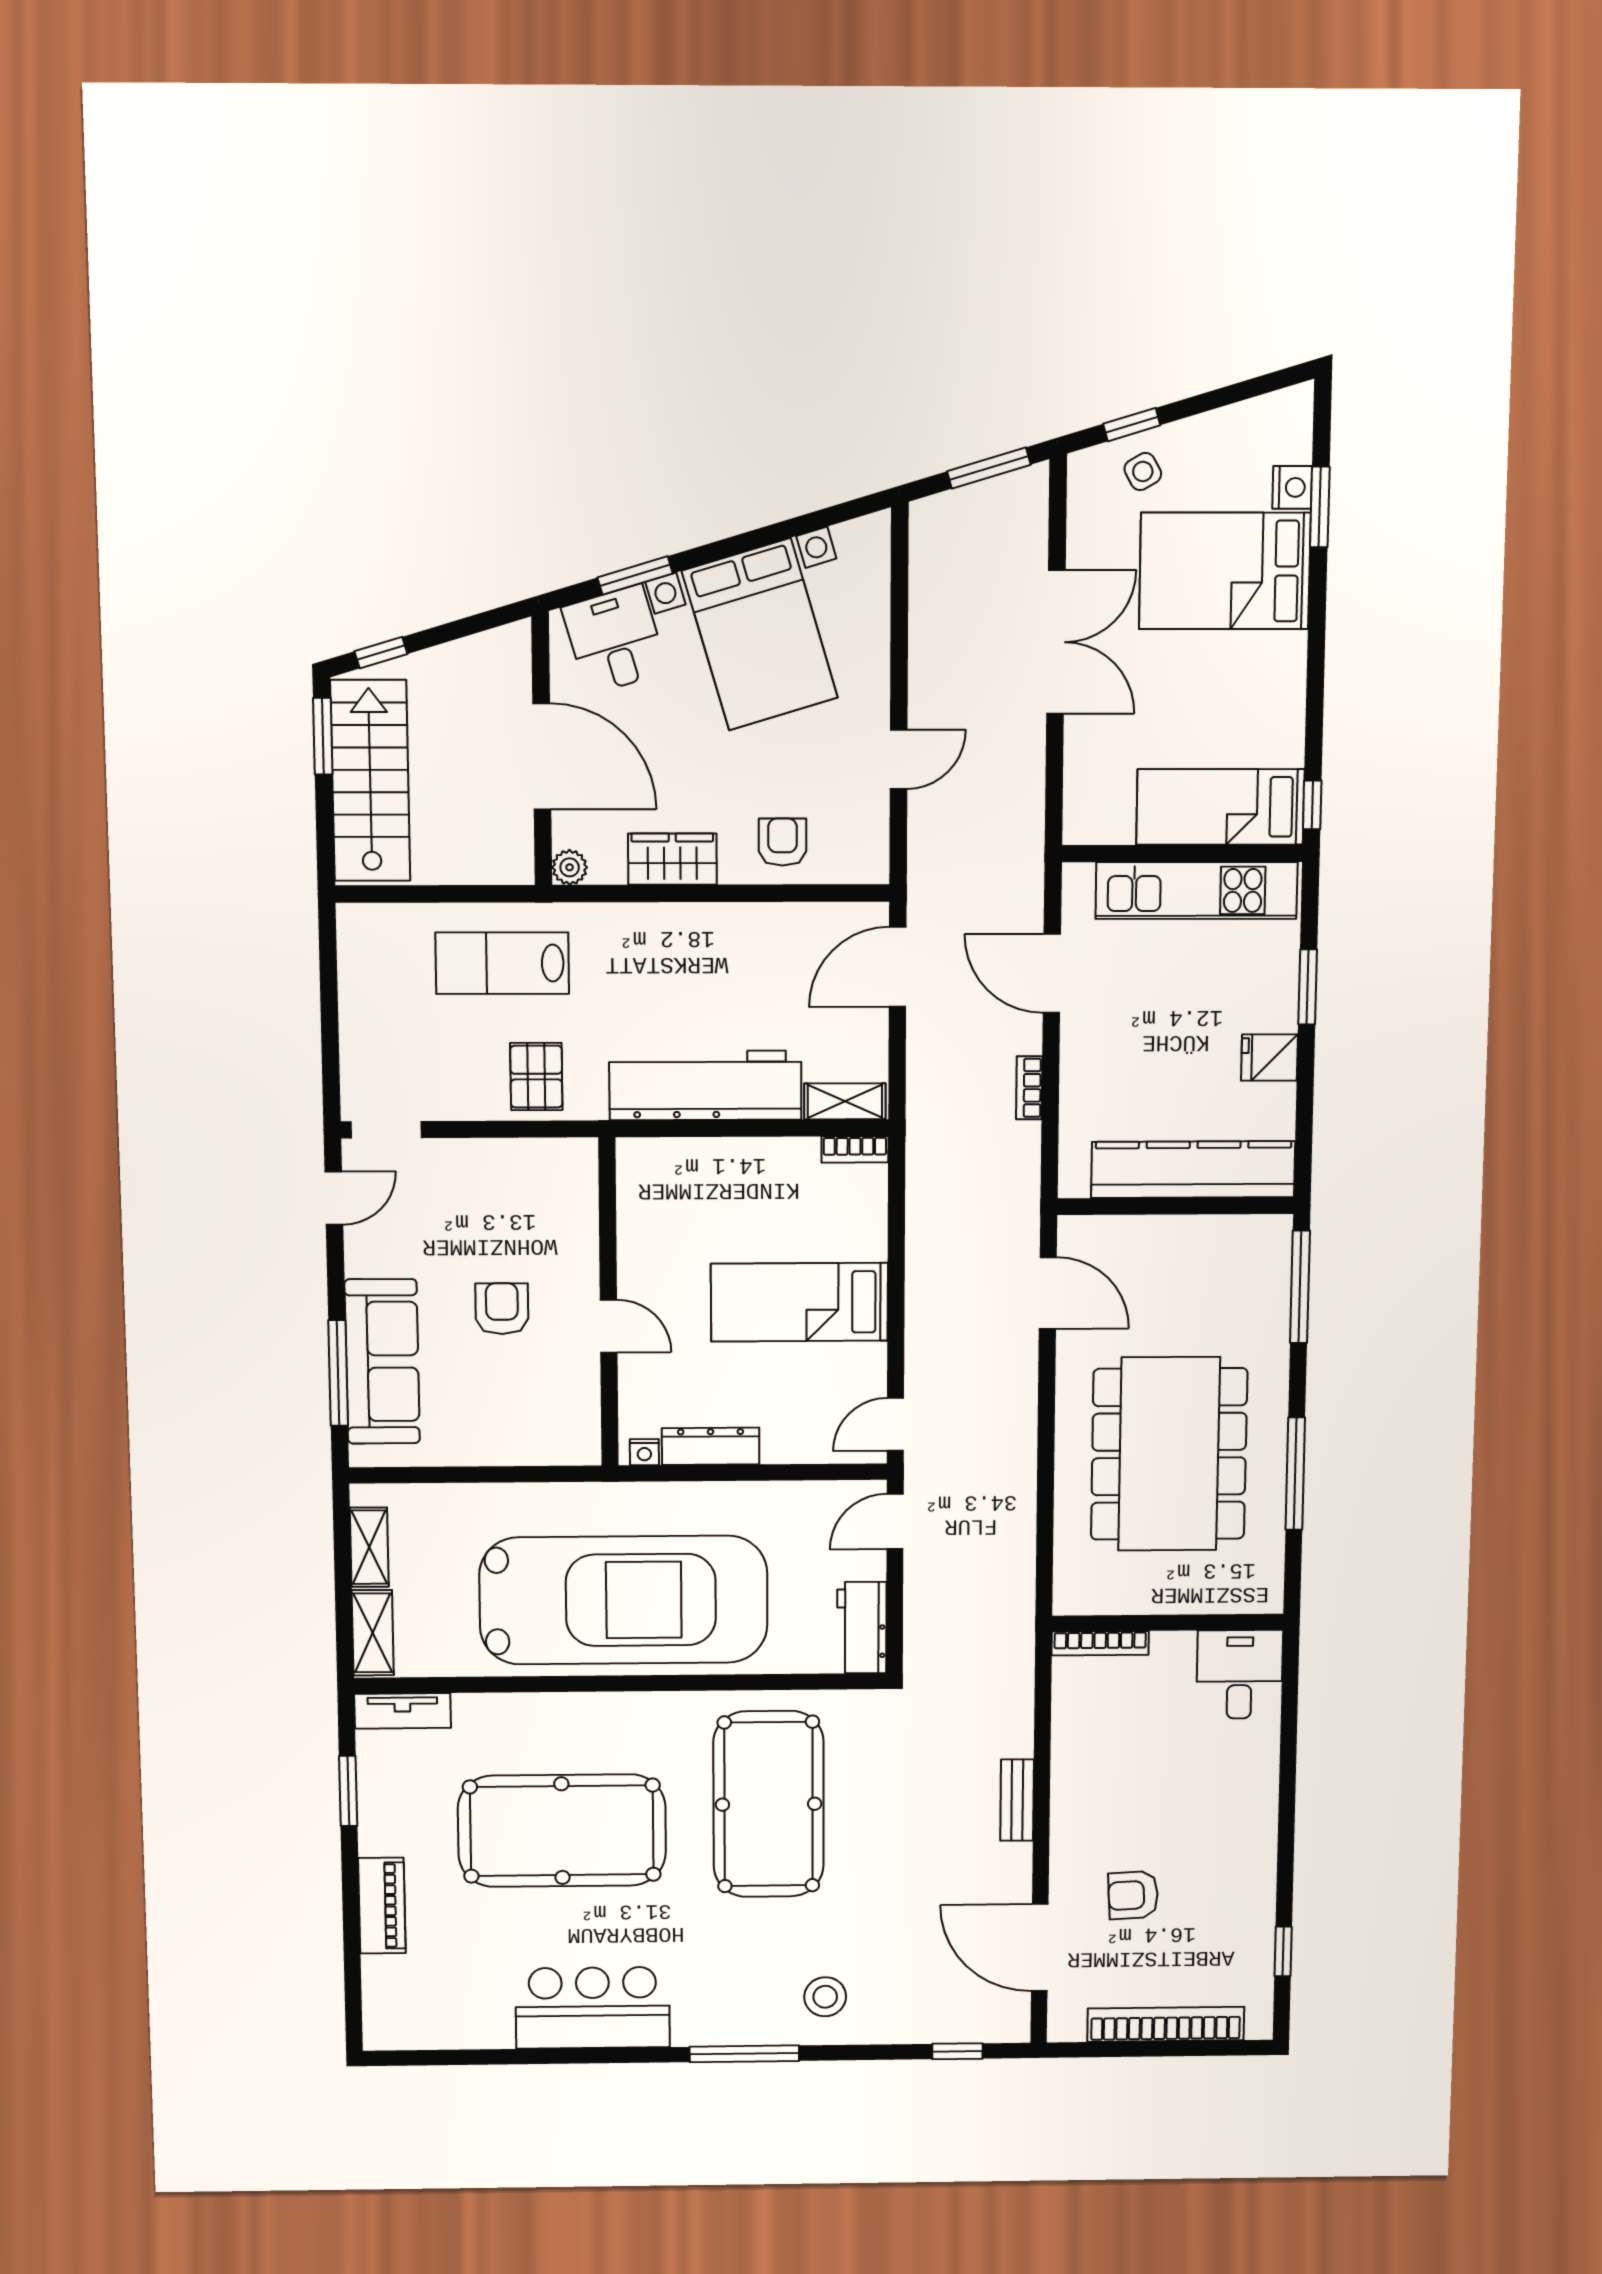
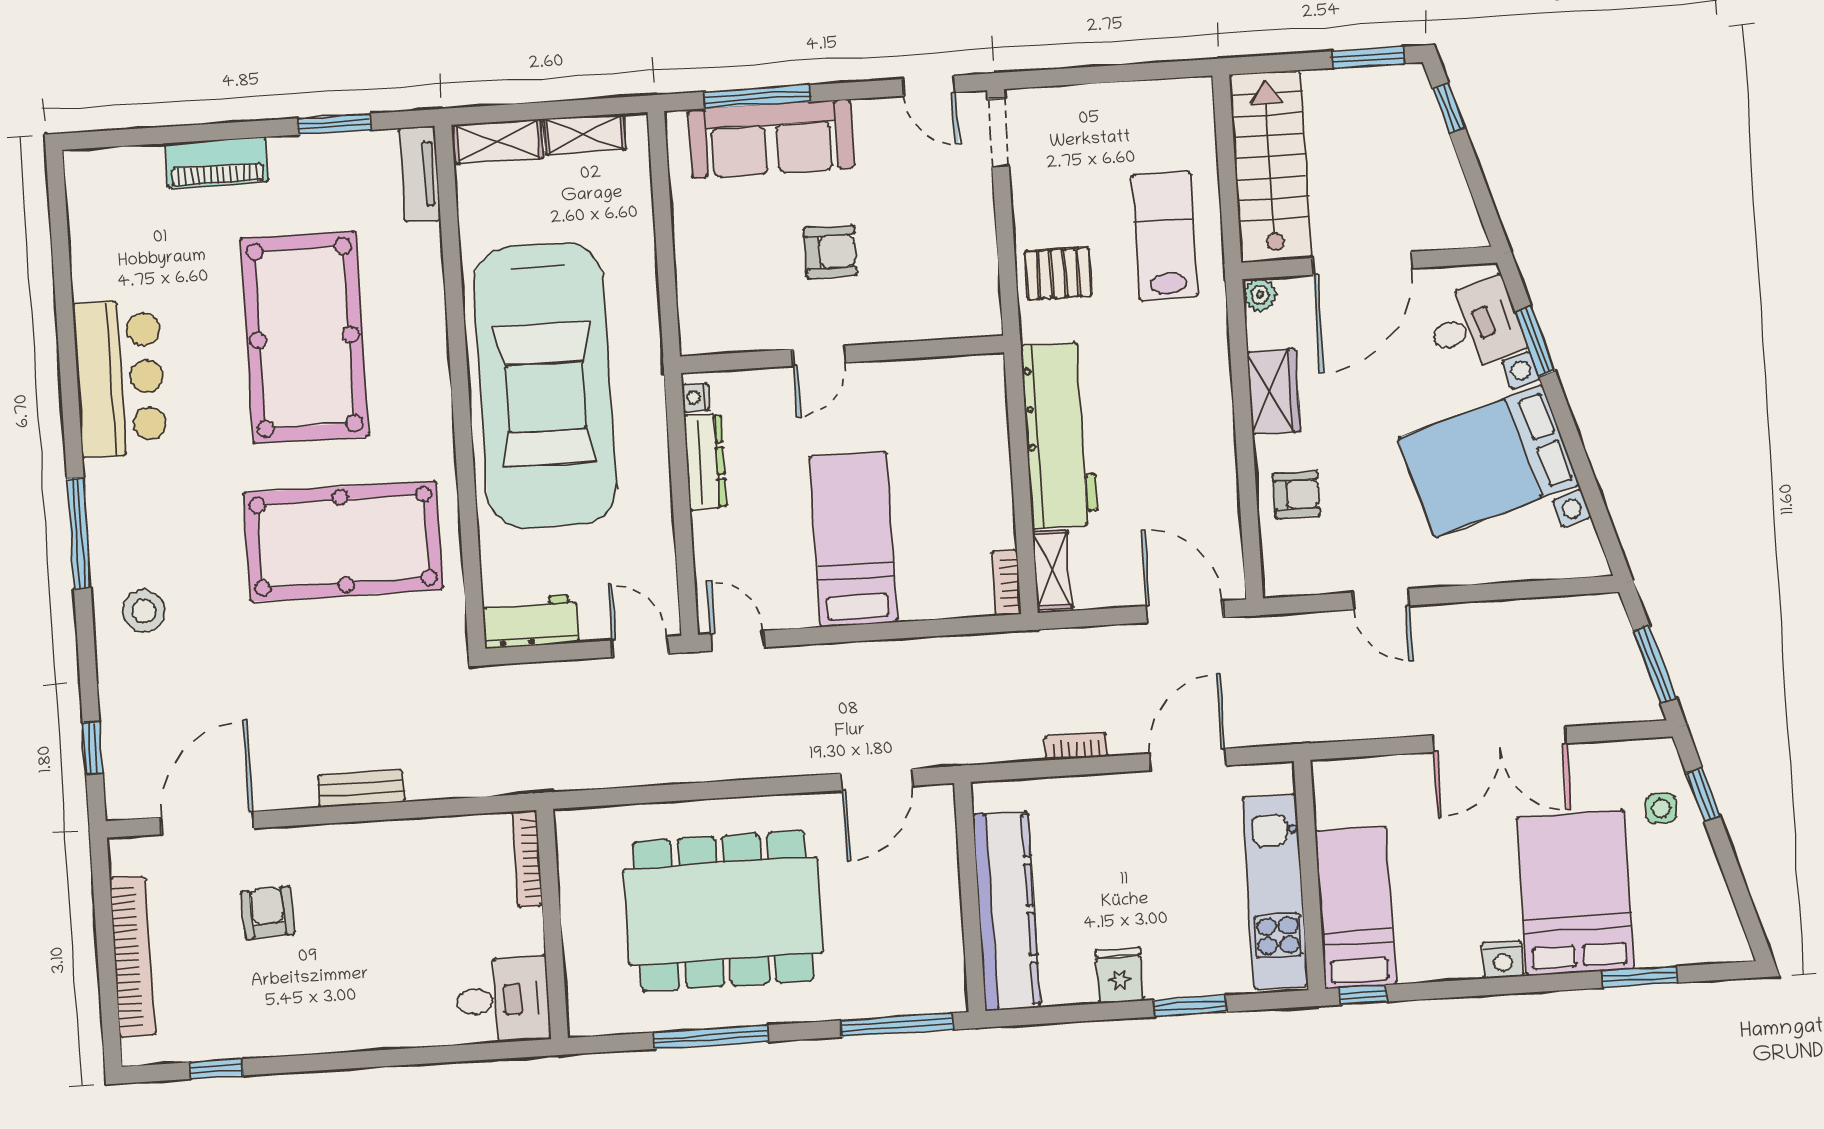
side table: (1143, 471) -> (1661, 808), turned 30
nightstand: (1292, 487) -> (1503, 959), moved
stairs: (370, 781) -> (1270, 167), moved, turned -90

